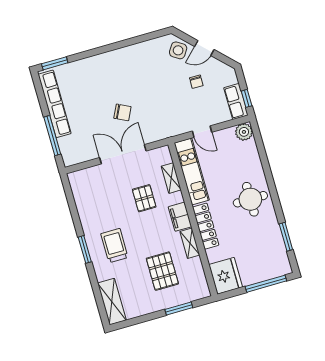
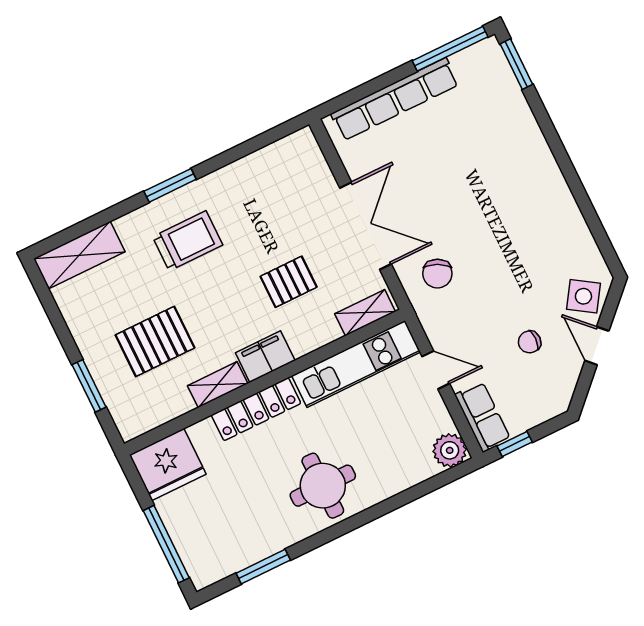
row of seats: (236, 101) -> (483, 417), moved, turned 90
row of seats: (55, 104) -> (395, 99), moved
chair: (122, 112) -> (437, 274), moved
door: (202, 132) -> (436, 370), swing flipped
window: (52, 136) -> (450, 49), moved
shelving: (171, 178) -> (365, 313), moved

